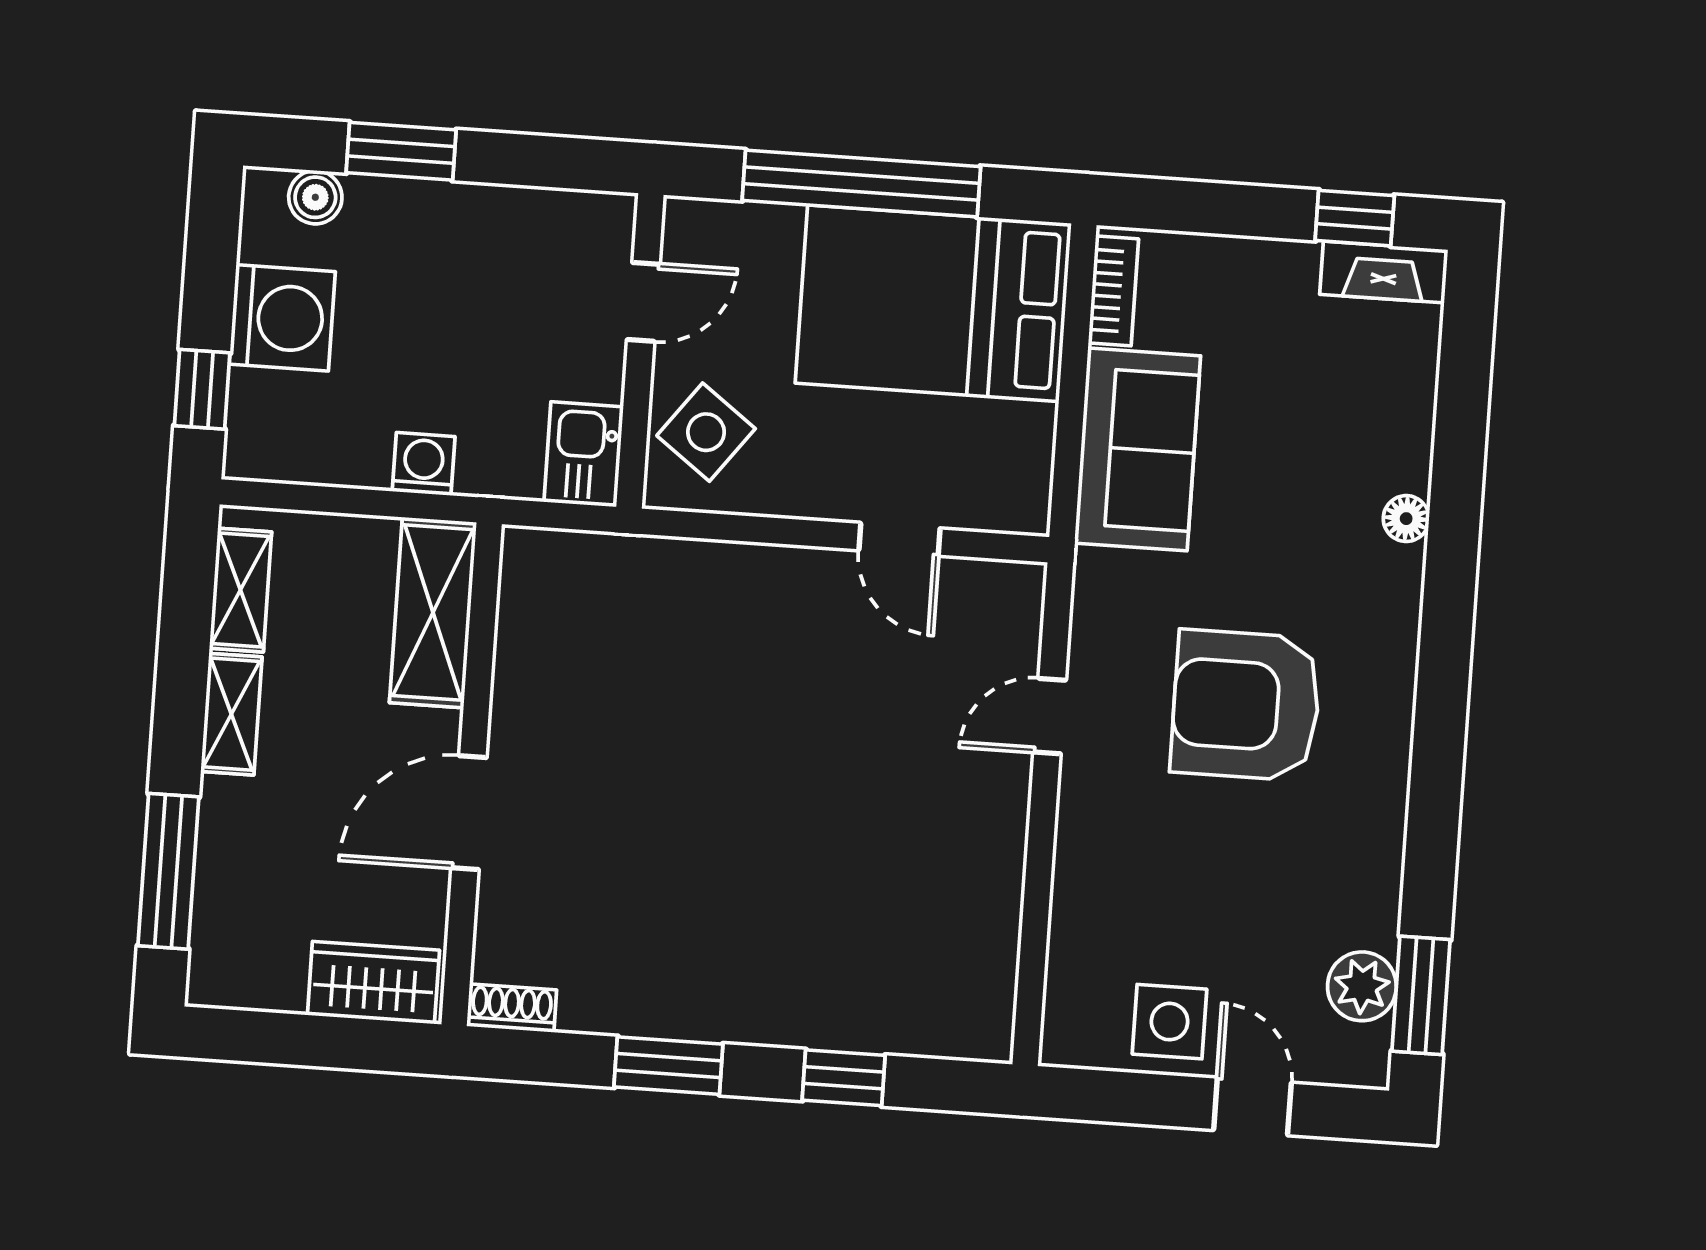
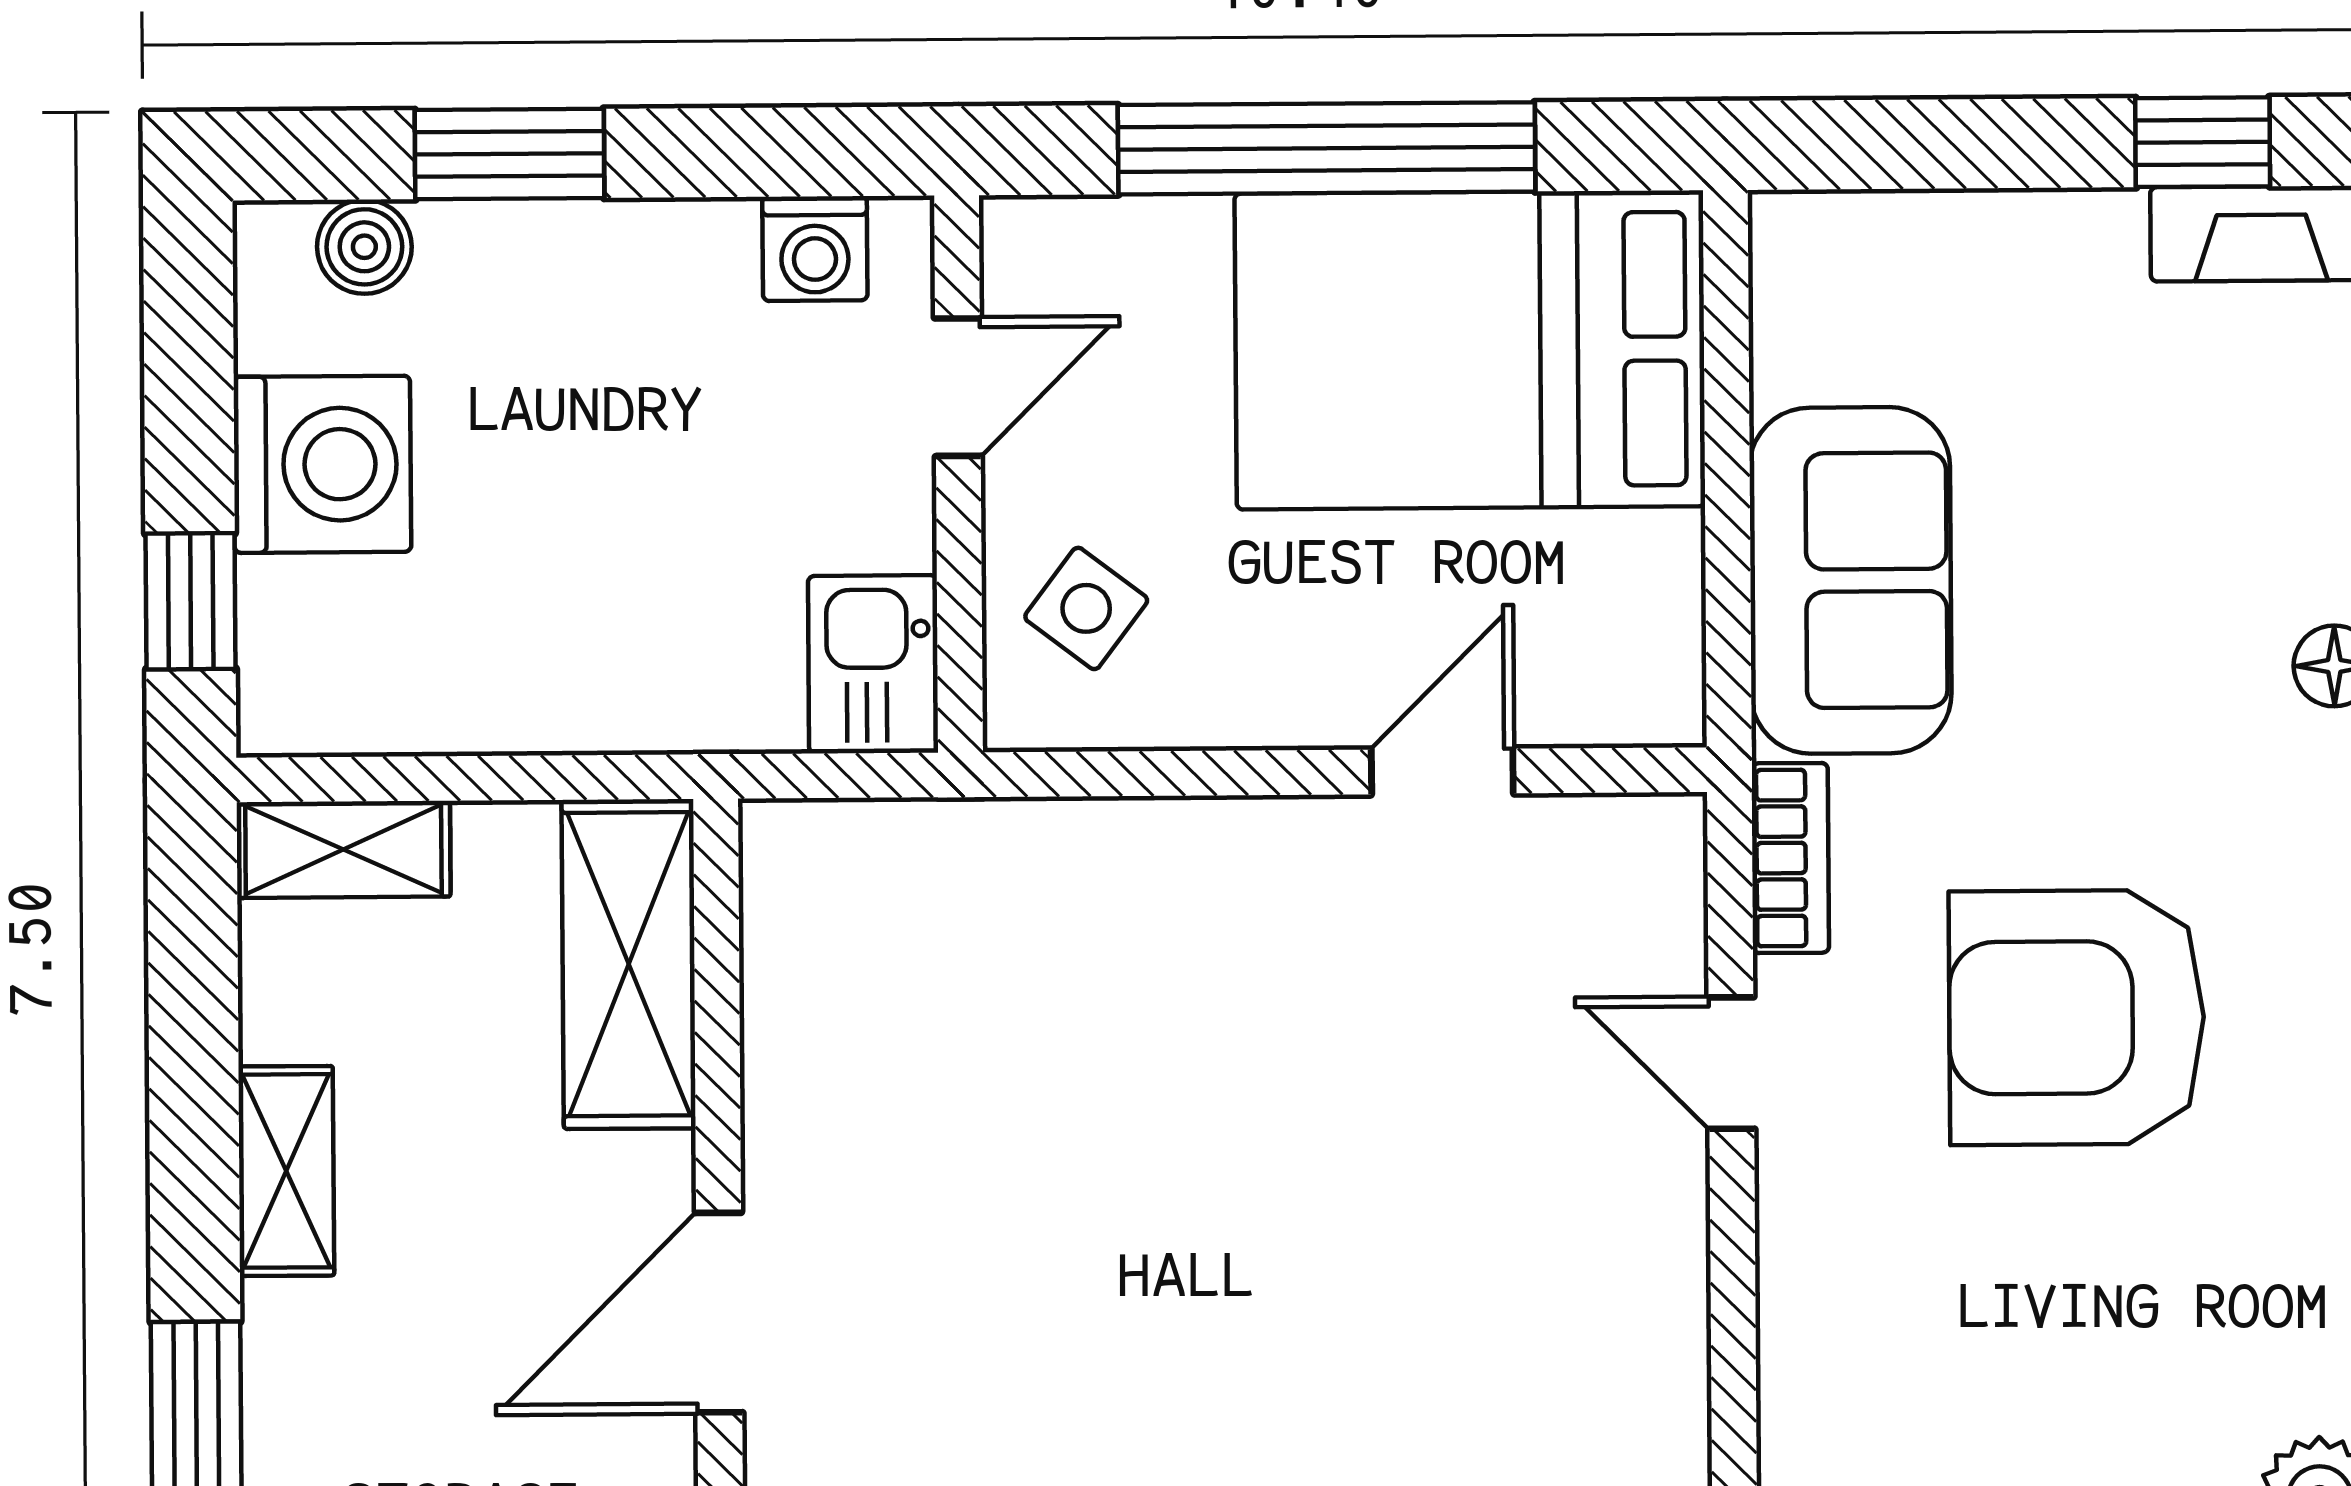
bookcase: (1113, 291) -> (1790, 858), moved
side table: (706, 432) -> (1086, 608), width x0.73, depth x0.73
washing machine: (424, 464) -> (815, 249), moved, turned 180
door: (899, 539) -> (1442, 771), swing flipped
shelving: (240, 590) -> (343, 849), moved, turned 90
door: (1050, 716) -> (1731, 1063), hinge flipped

